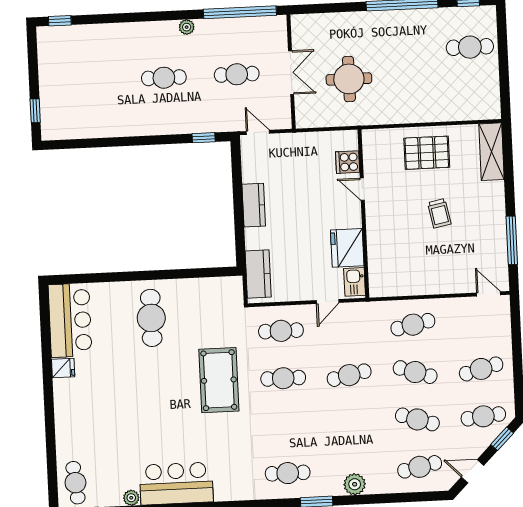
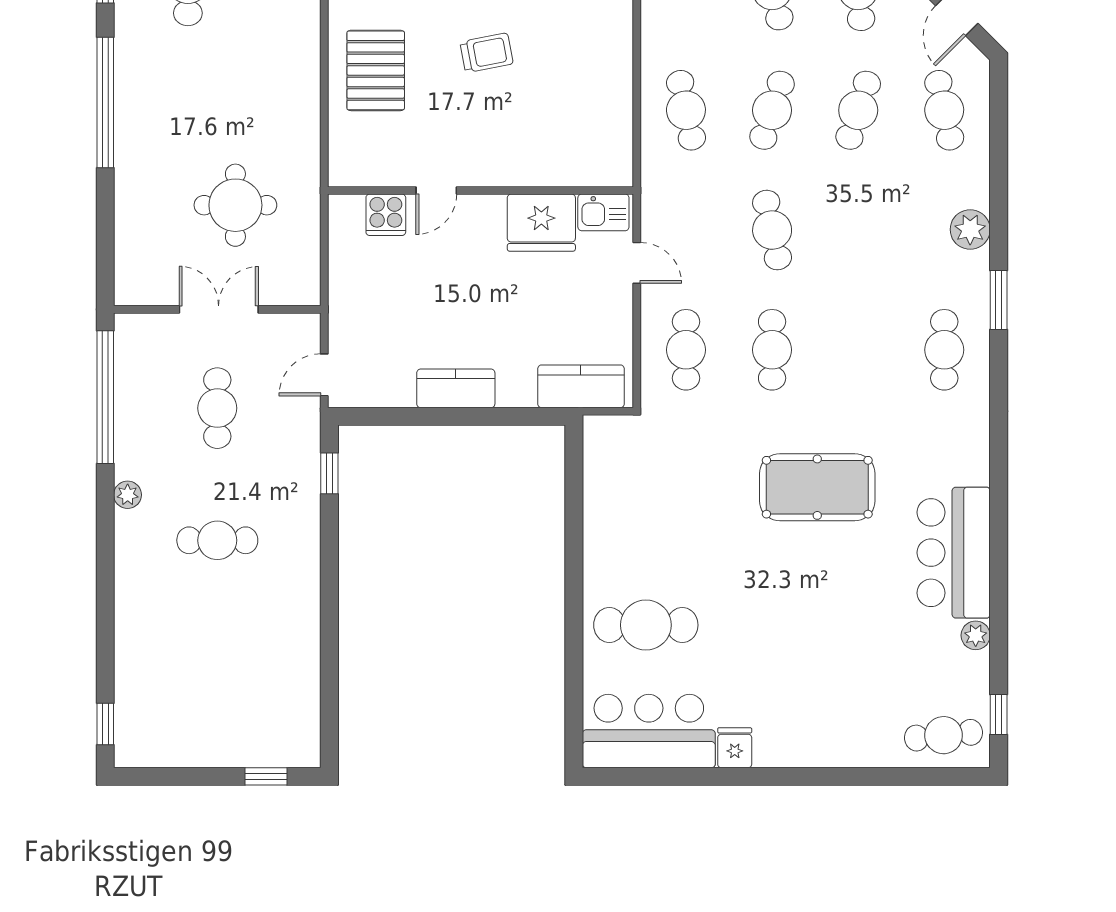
cafe table: (164, 78) -> (217, 540), turned 90
cafe table: (151, 318) -> (646, 625), moved
pool table: (219, 380) -> (817, 487), moved

